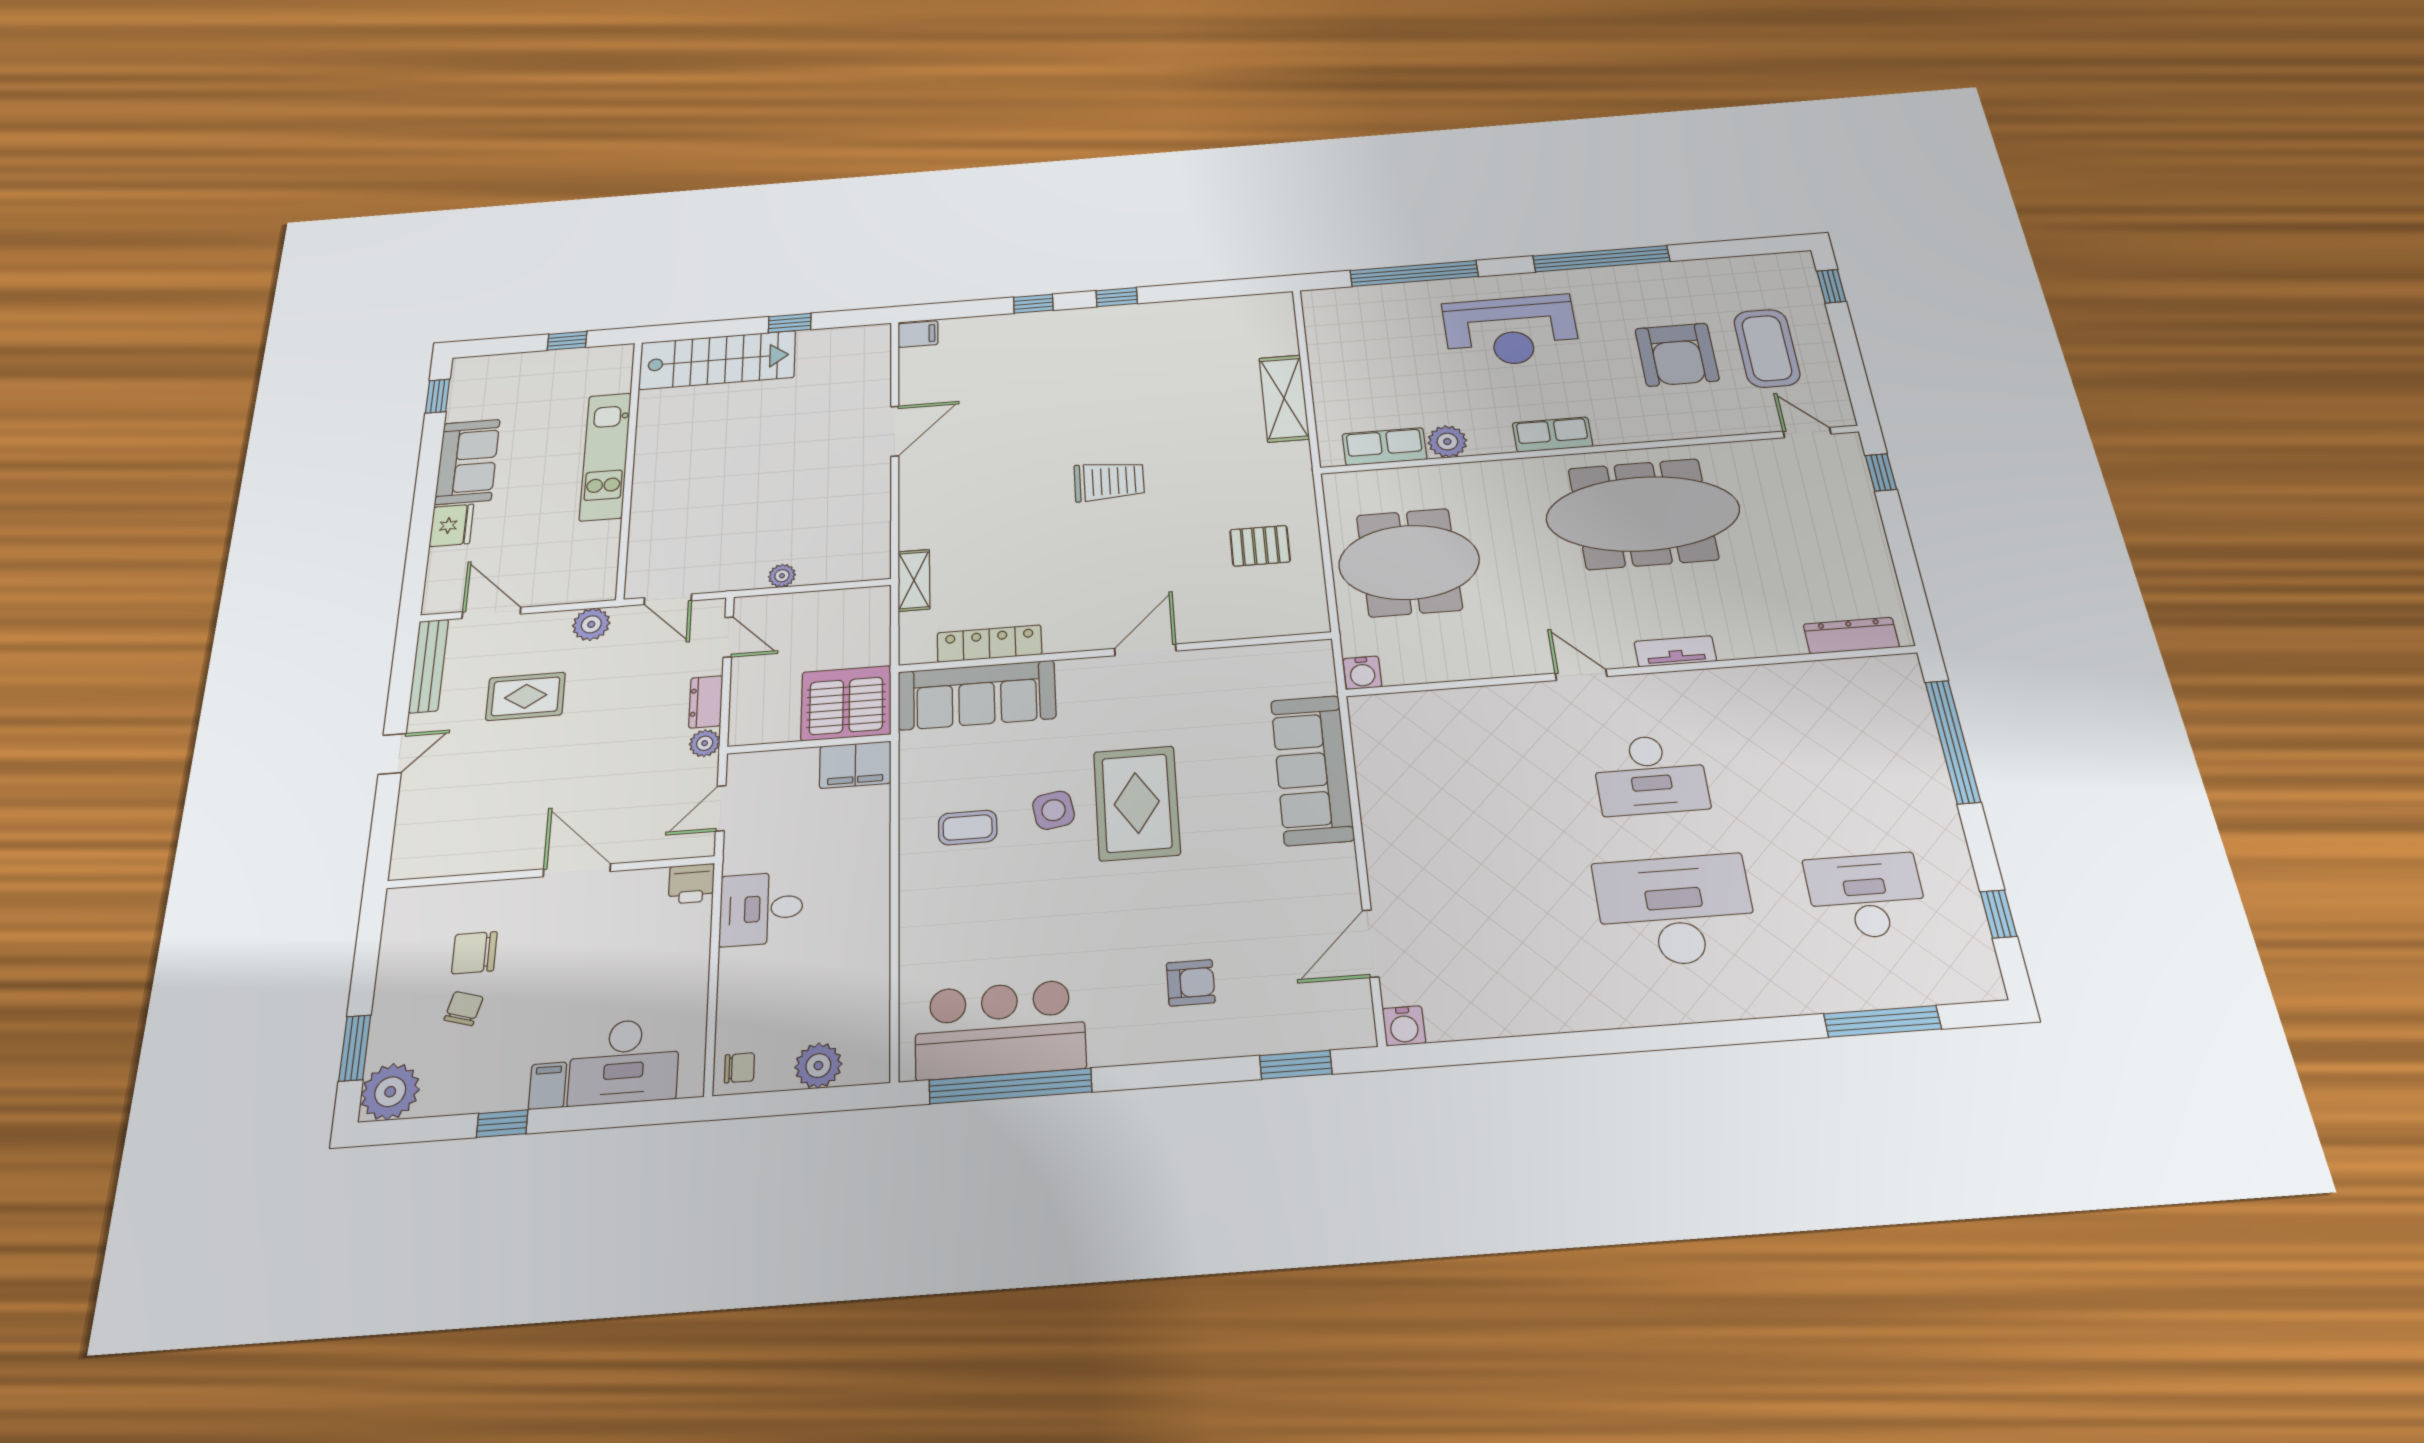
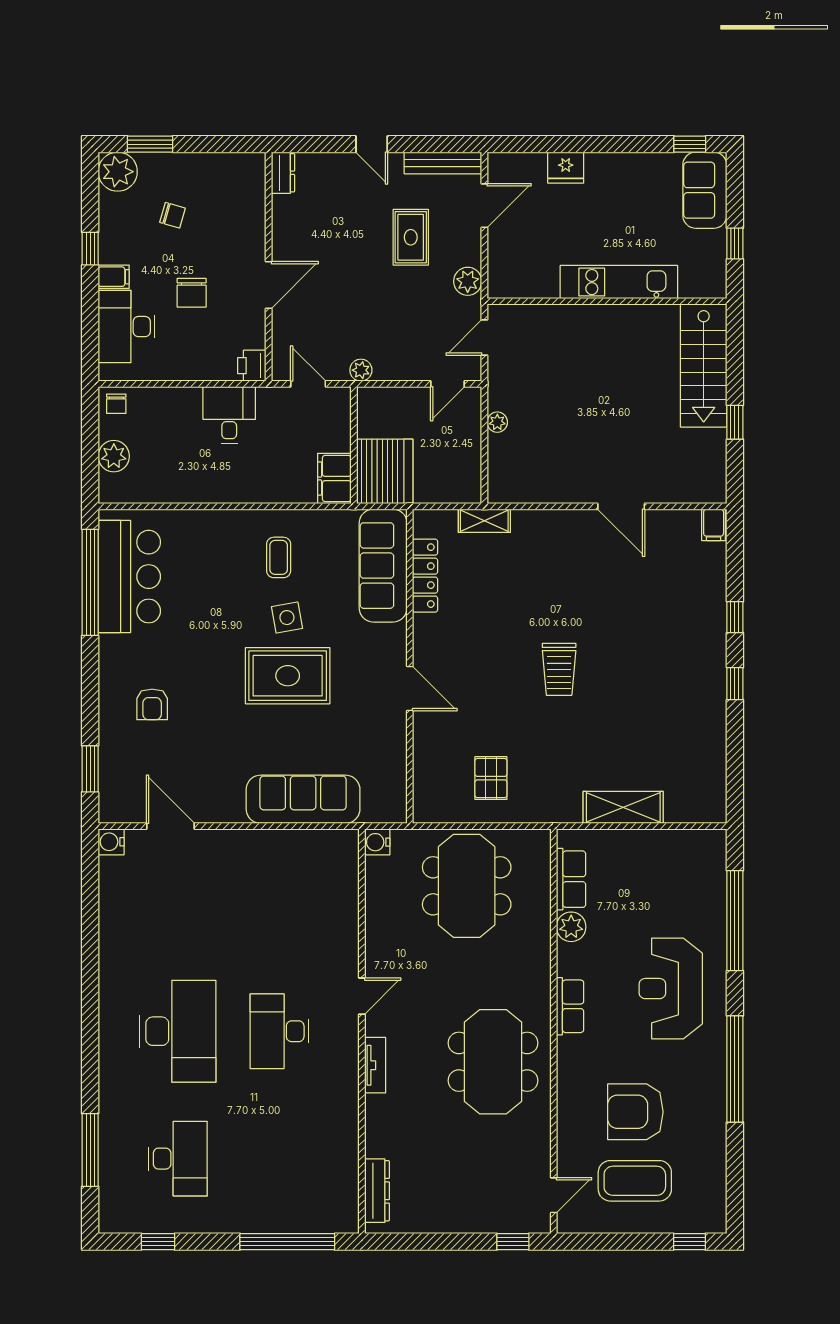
sofa: (467, 462) -> (705, 190), moved, turned 90
meeting table: (1643, 514) -> (493, 1062), width x0.73
dresser: (706, 702) -> (283, 173), moved, turned 90
chair: (474, 953) -> (192, 293), moved, turned 180

